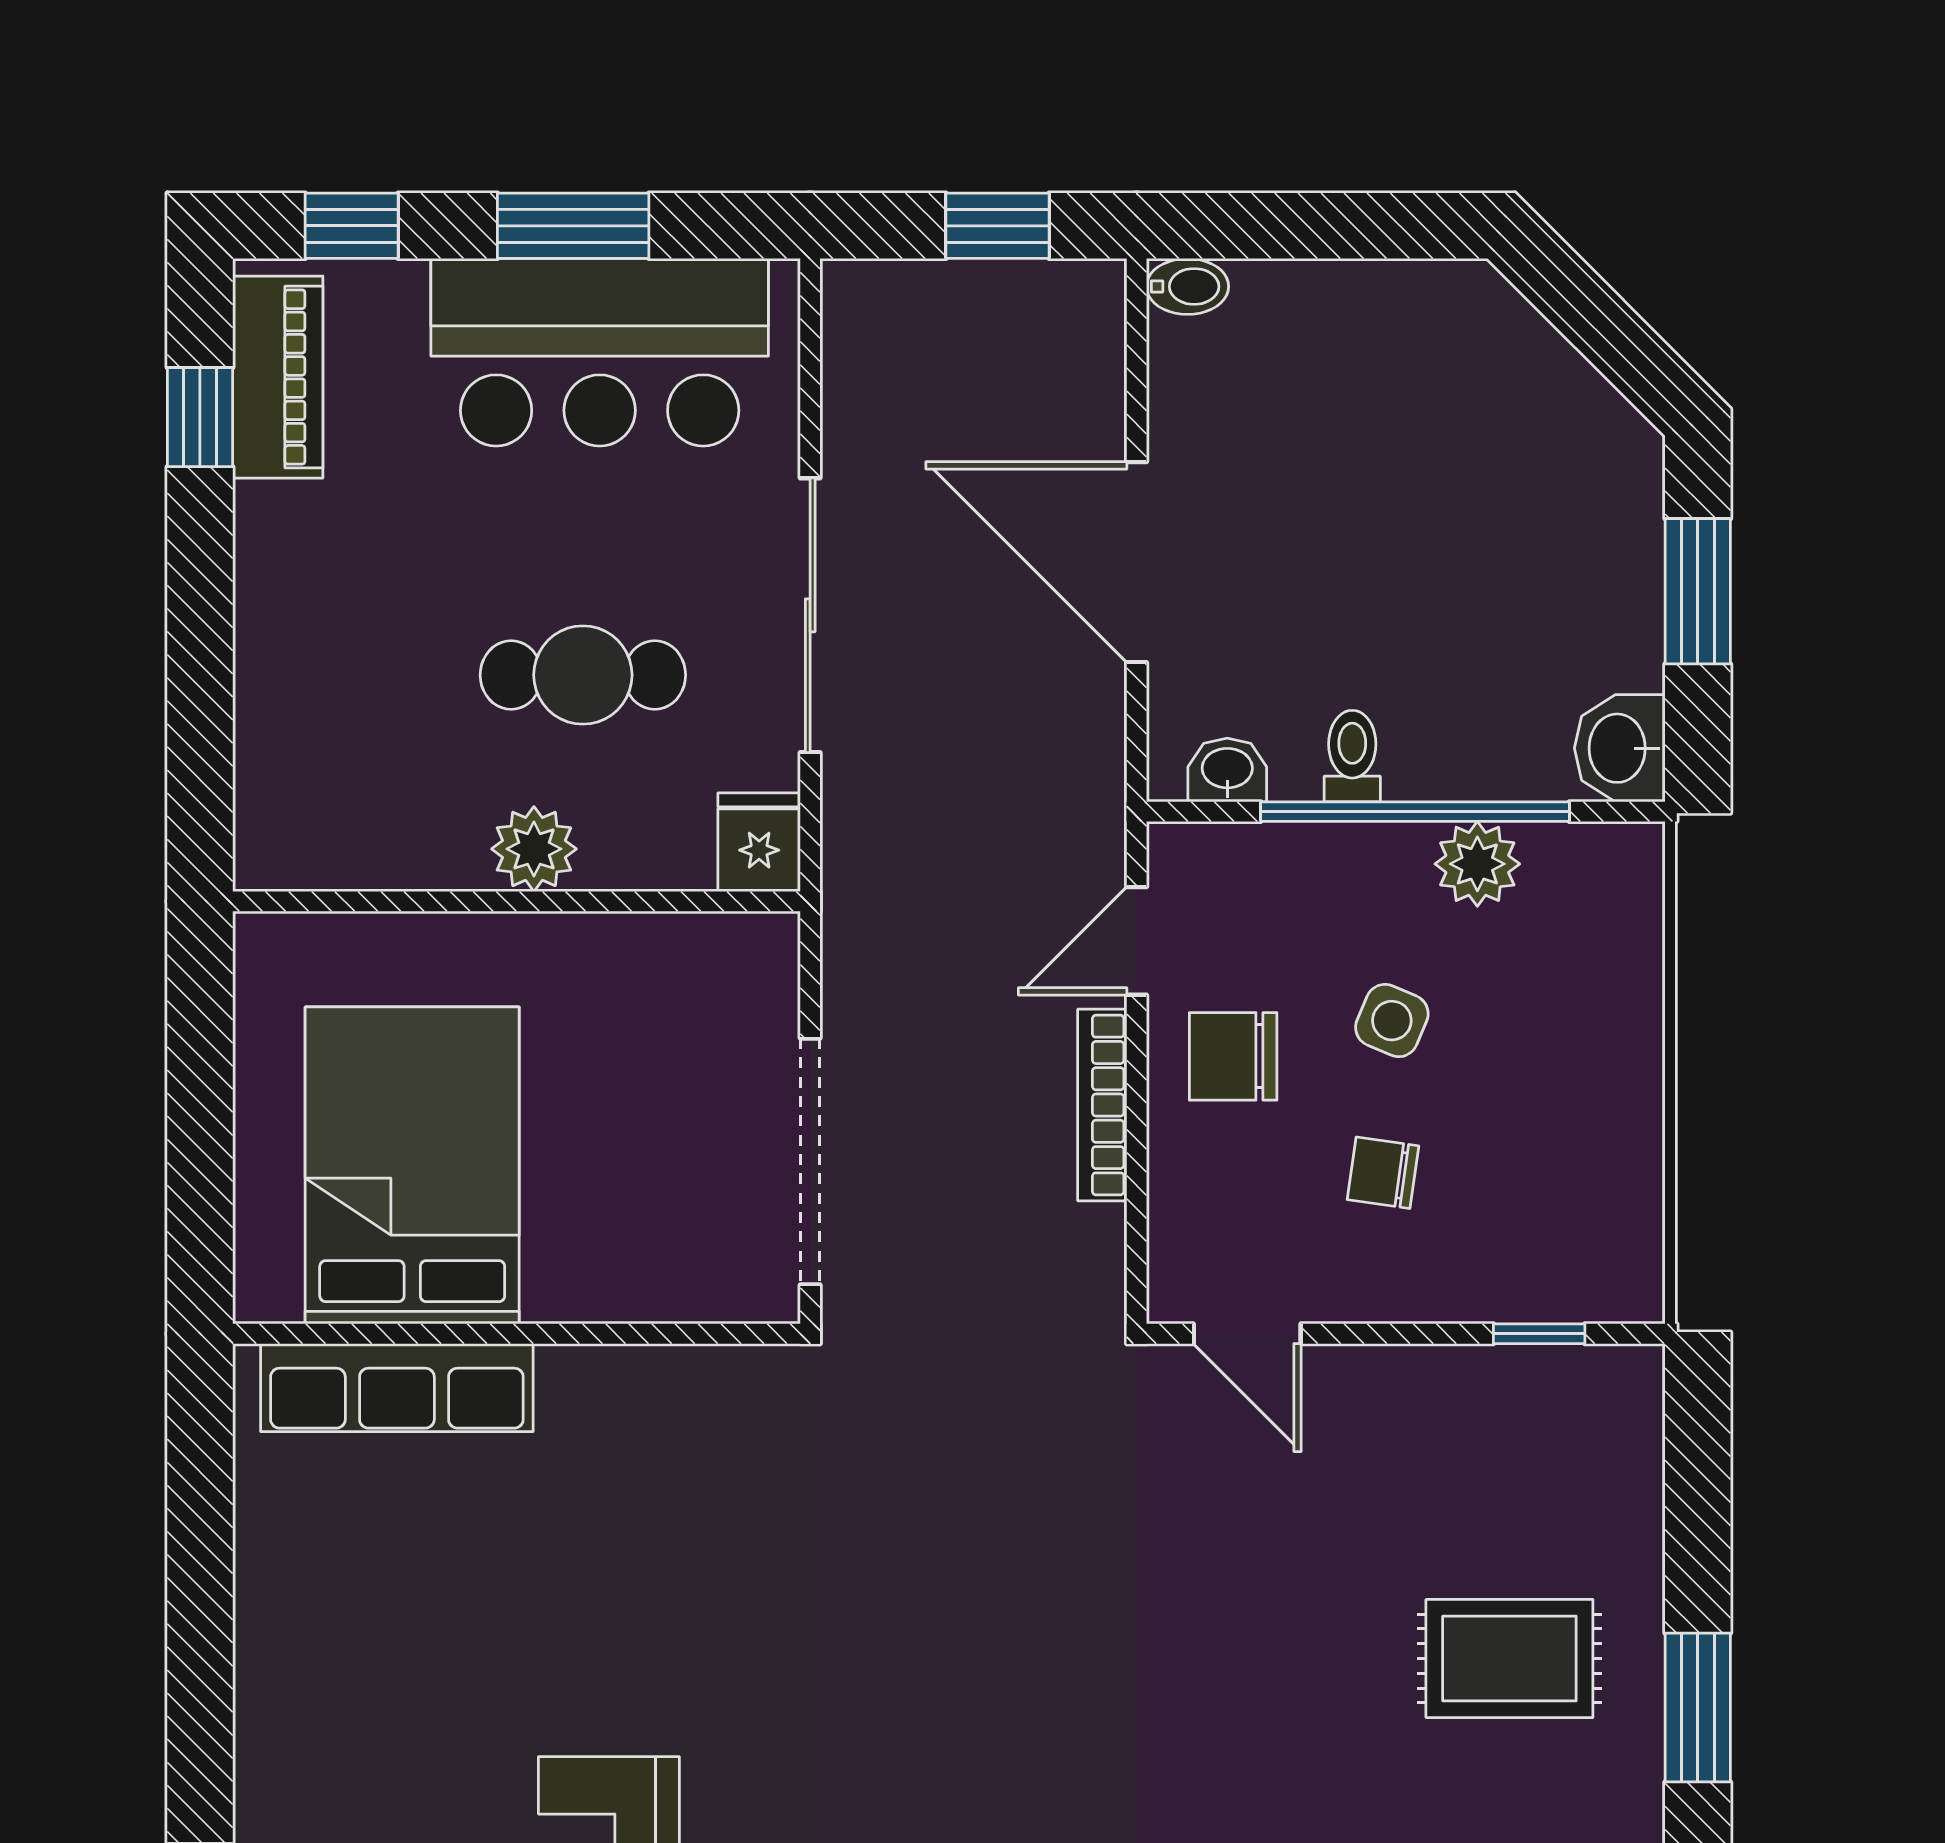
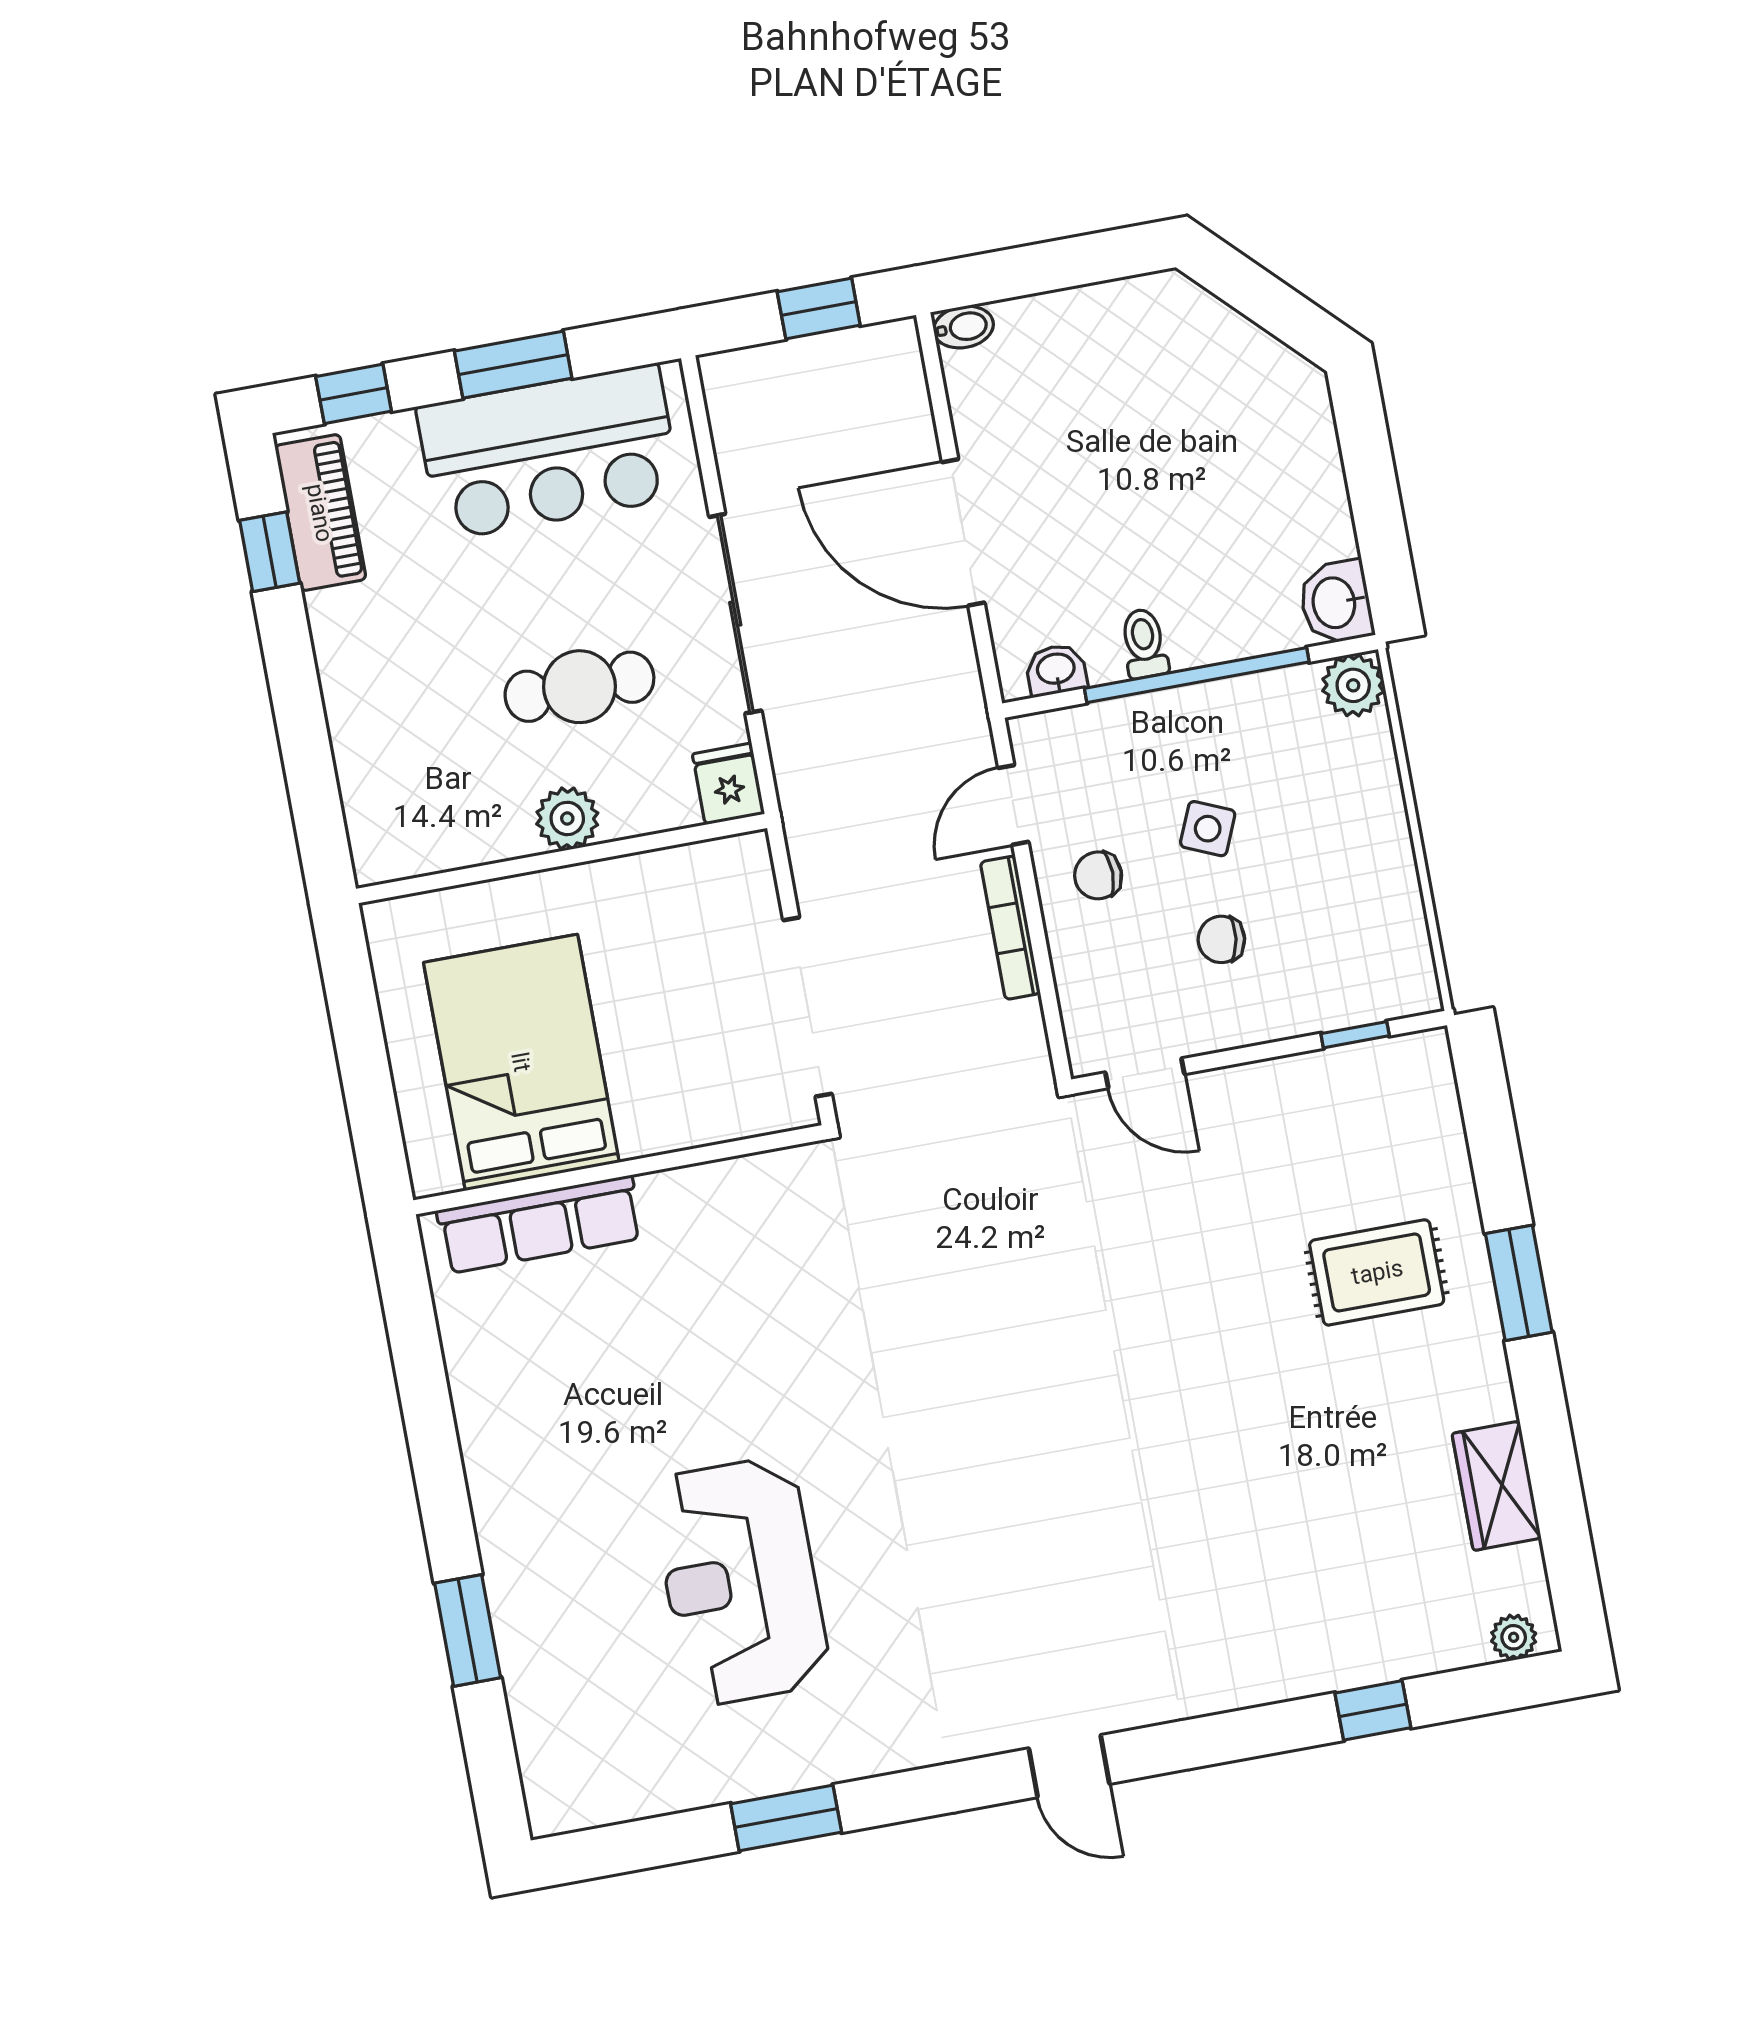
window: (1698, 591) -> (1371, 479), removed
plant: (1477, 864) -> (1353, 685), moved
chair: (1233, 1056) -> (1098, 875), width x0.73, depth x0.73

